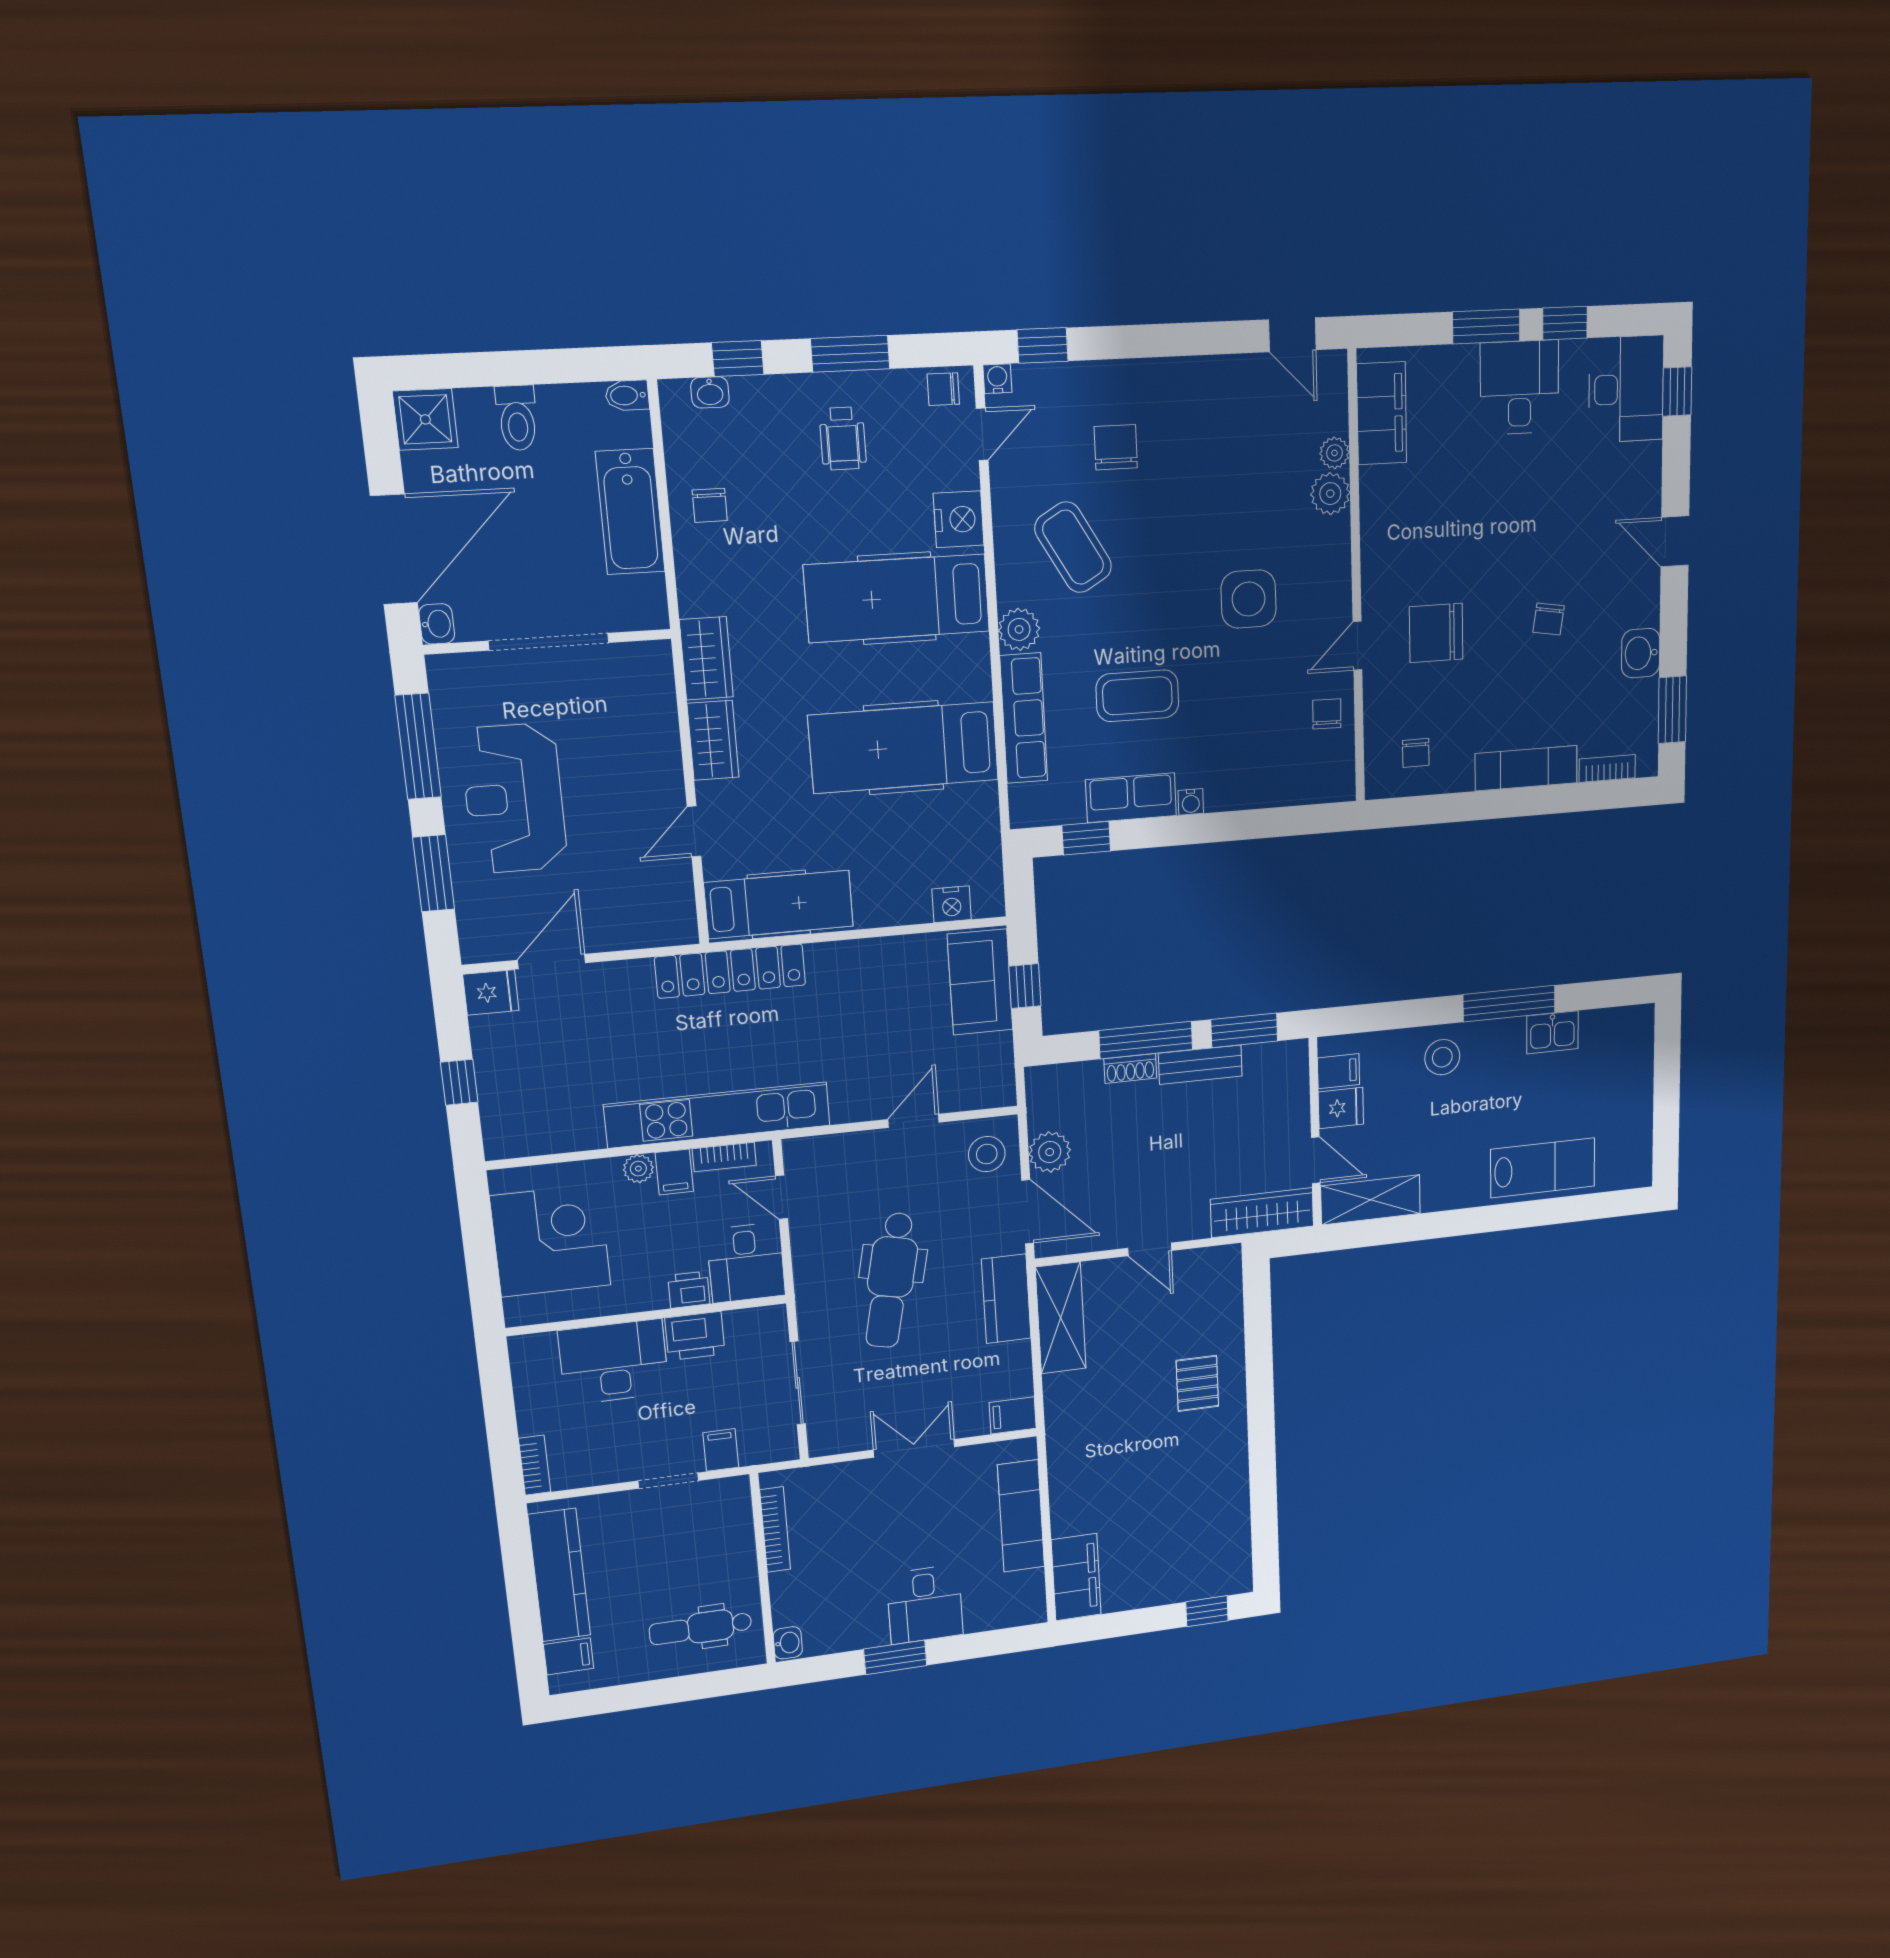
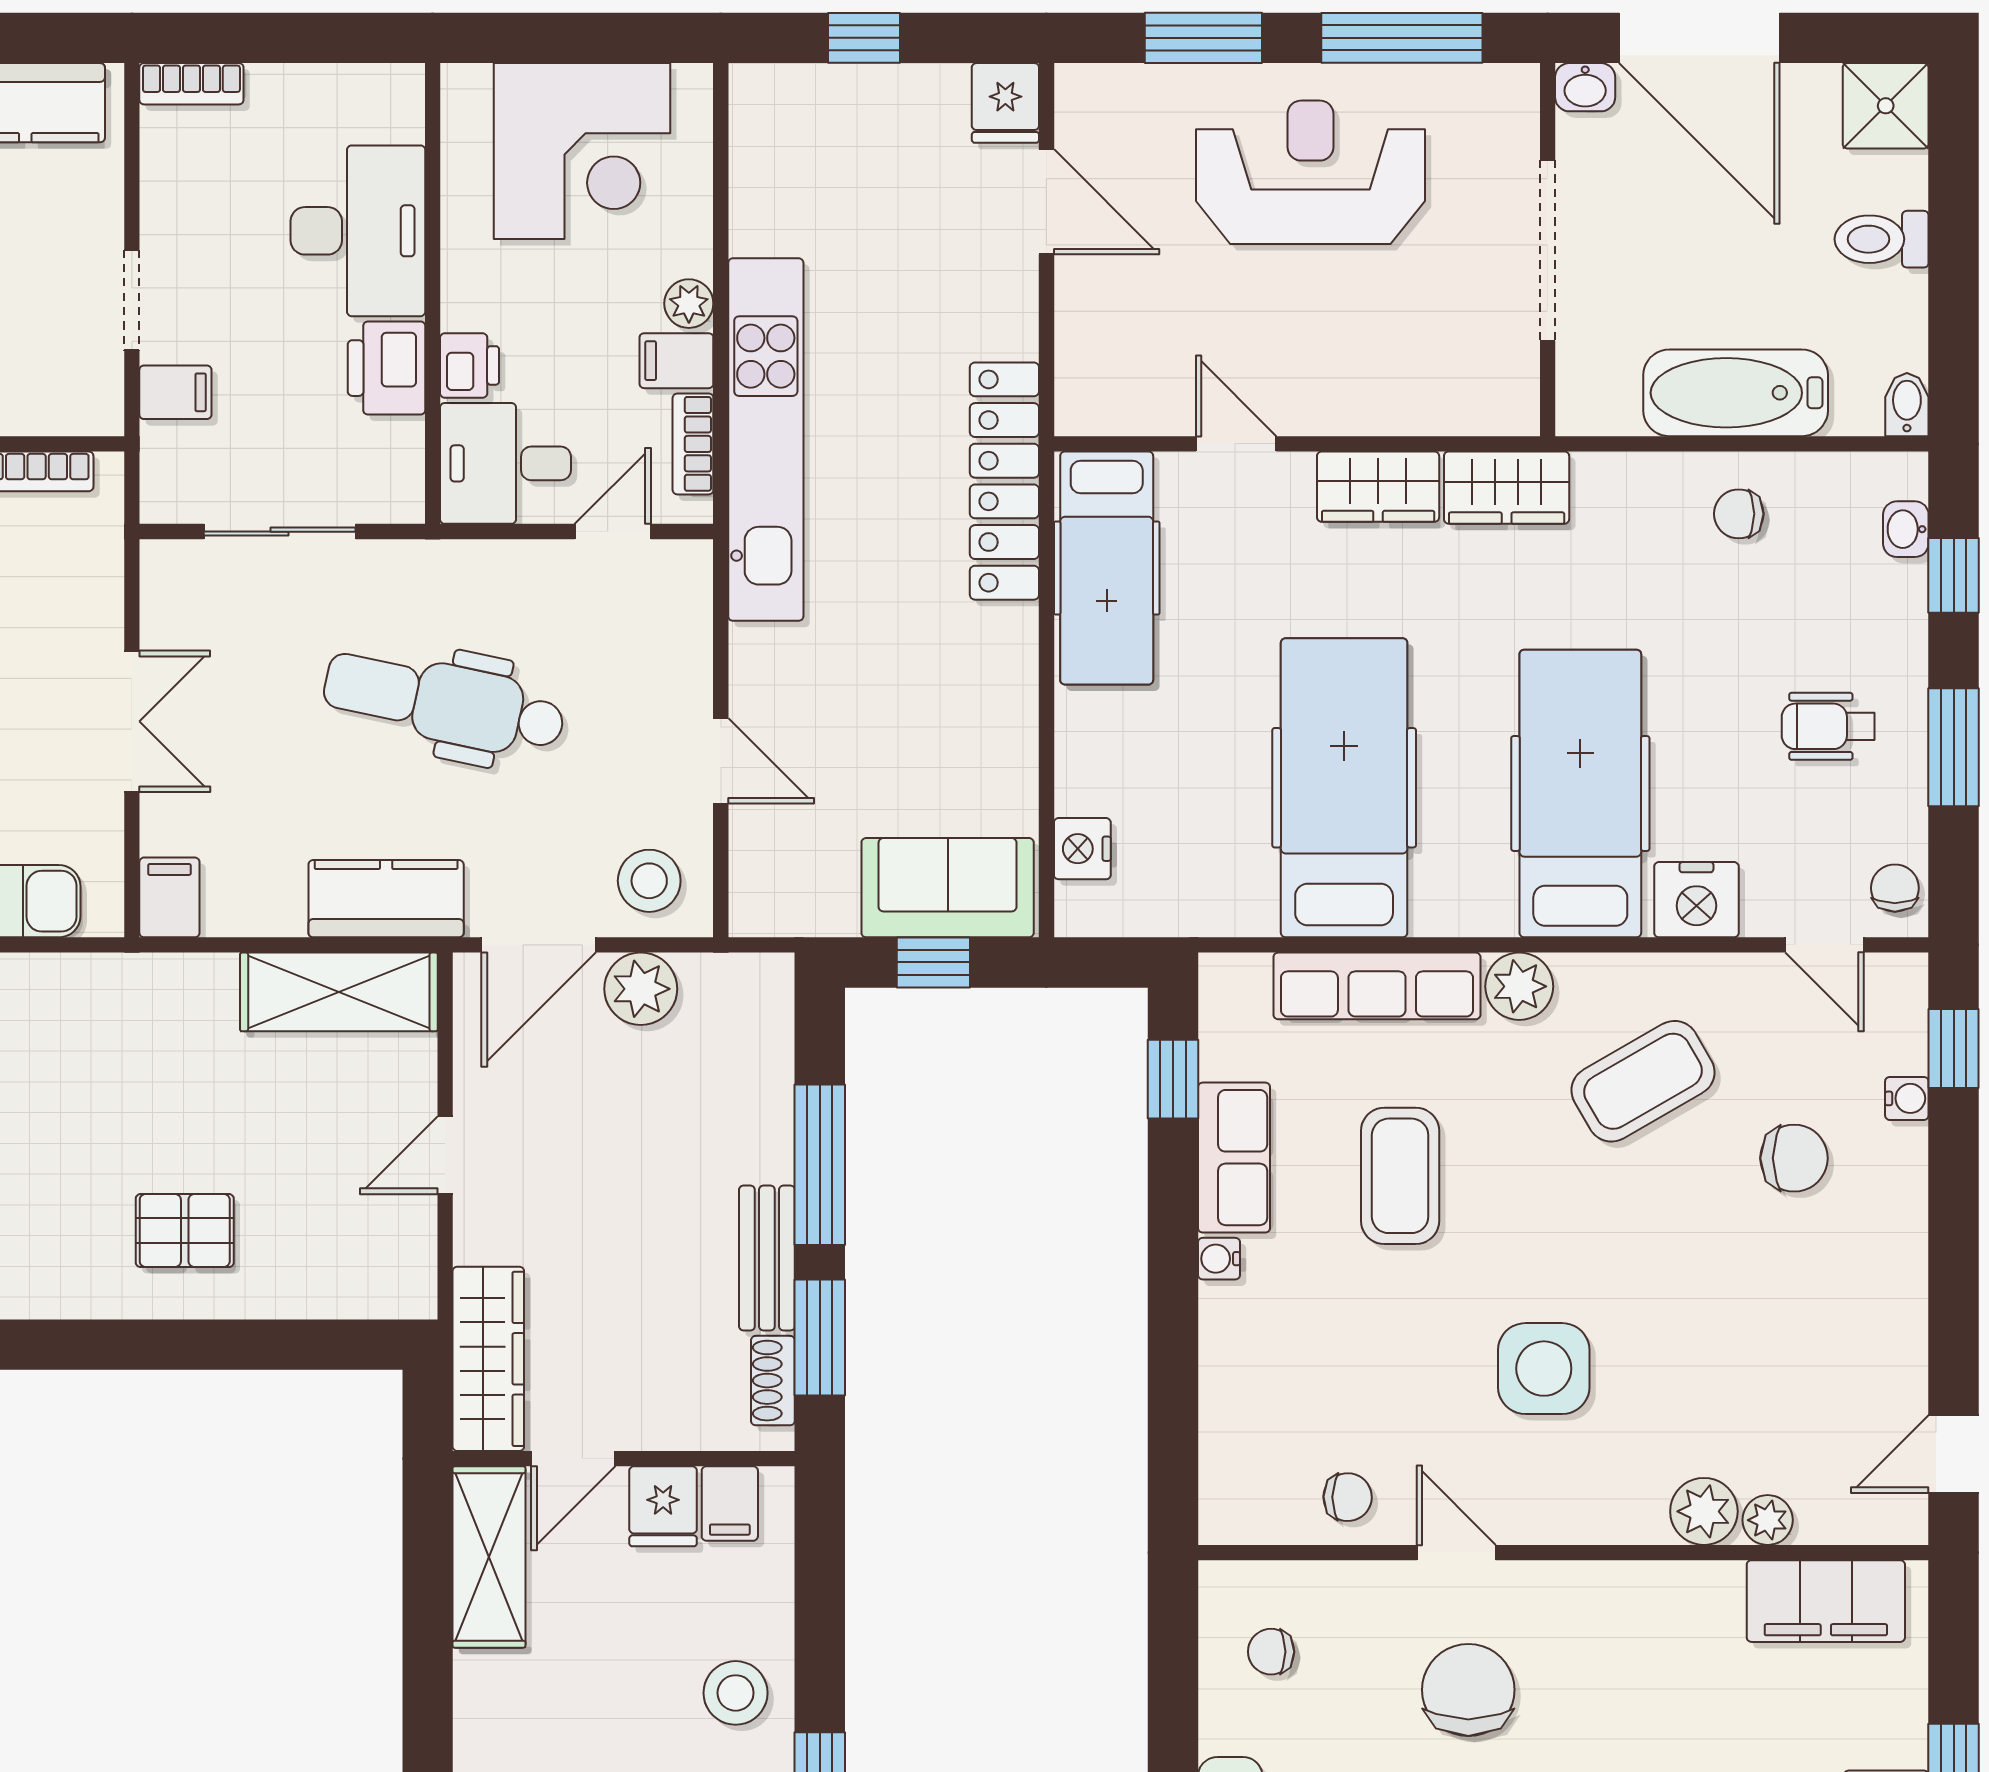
water cooler: (997, 379) -> (1907, 1098), moved
shoe rack: (1130, 1068) -> (773, 1381), moved

